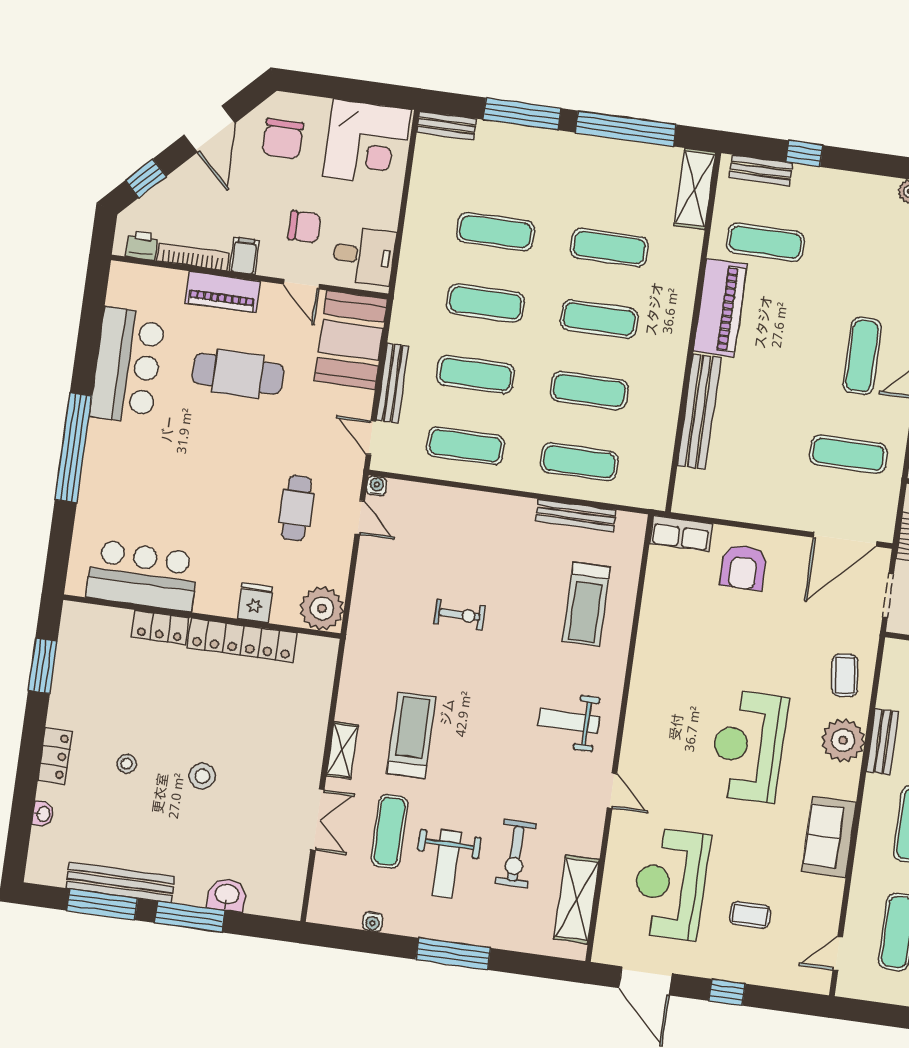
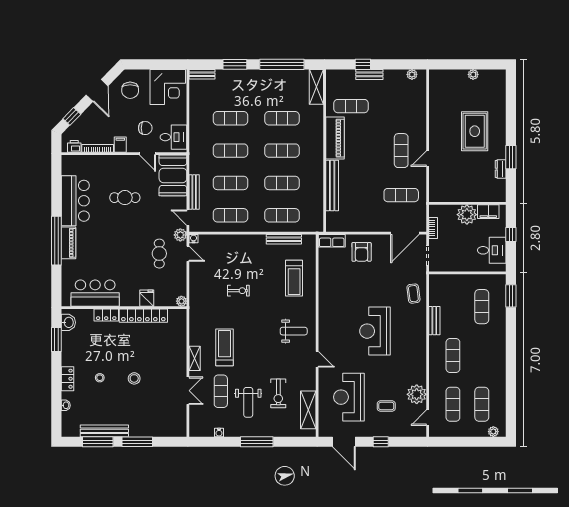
window: (522, 114) -> (235, 64), width x0.69
bench: (761, 170) -> (369, 74), moved
piano: (223, 292) -> (69, 243), moved, turned -90
cafe table: (238, 374) -> (125, 198), width x0.73, depth x0.74
plant: (349, 474) -> (180, 235), added
plant: (322, 608) -> (181, 301), width x0.53, depth x0.53
weight bench: (569, 721) -> (294, 331), turned 180
plant: (843, 740) -> (417, 394), moved
sofa: (829, 837) -> (416, 366), removed
washbasin: (227, 895) -> (68, 322), moved, turned 90

